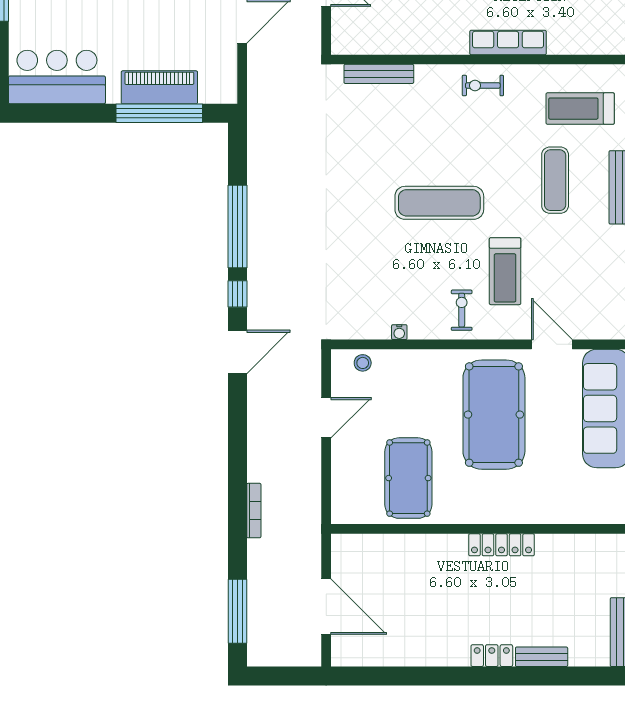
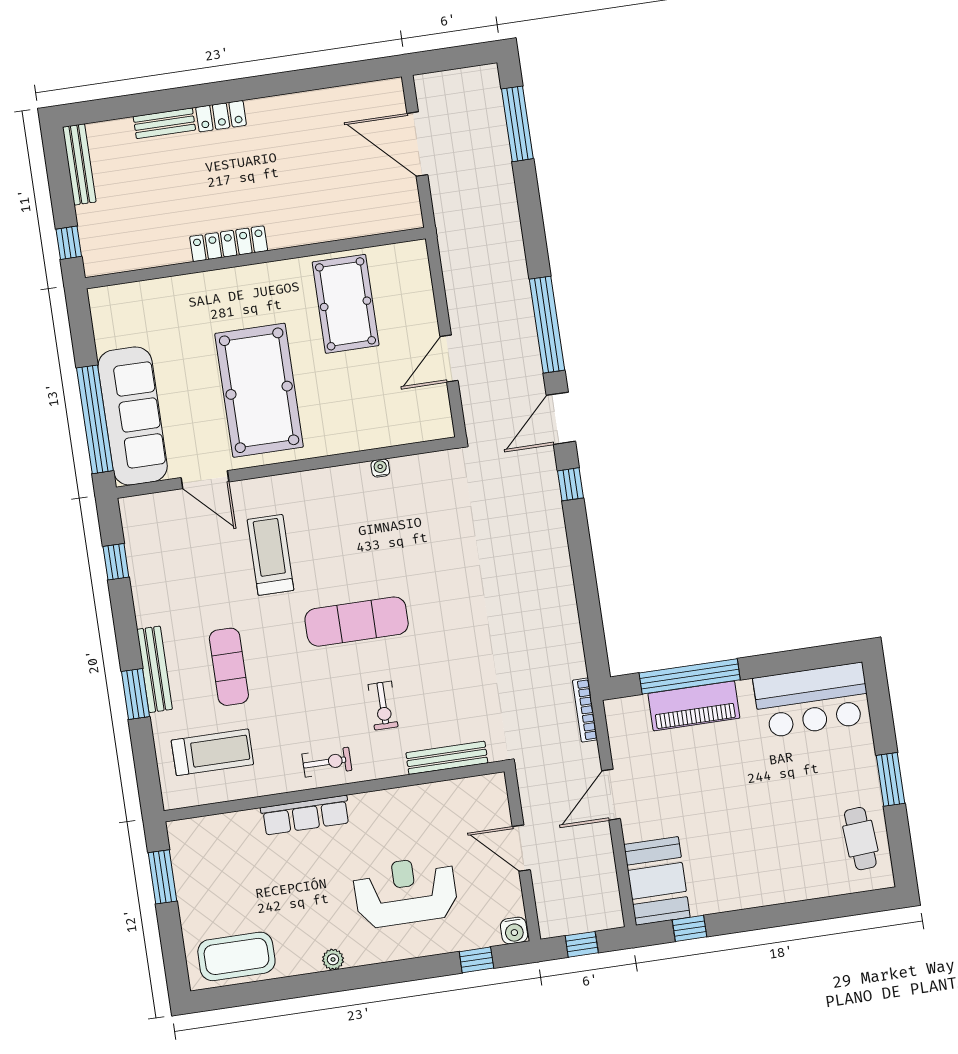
window: (237, 227) -> (547, 325), moved
exercise bike: (462, 310) -> (383, 706), moved
stool: (363, 363) -> (417, 427), removed
bookcase: (254, 511) -> (585, 710), moved

